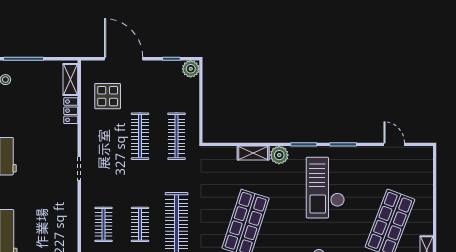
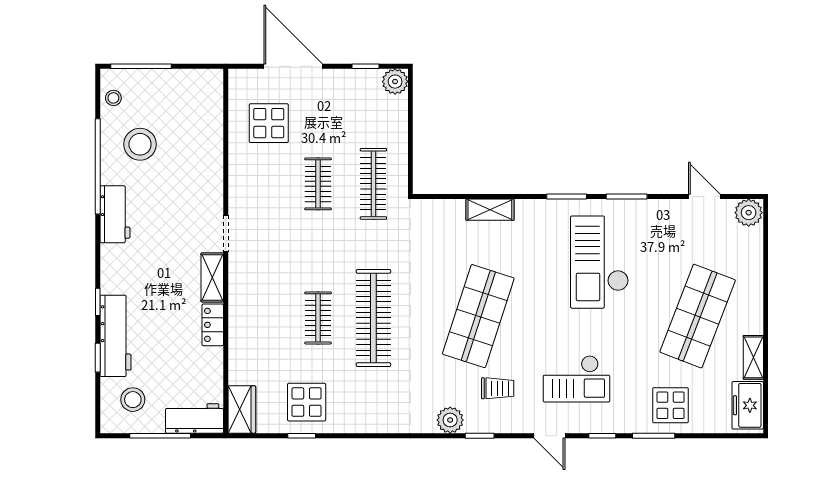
shelving: (70, 79) -> (212, 277), moved
stool: (23, 110) -> (140, 144), added
locker: (71, 111) -> (213, 325), moved
clothes rail: (140, 136) -> (318, 184), width x0.73
plant: (279, 155) -> (749, 213), moved
clothes rail: (104, 224) -> (263, 318), removed

